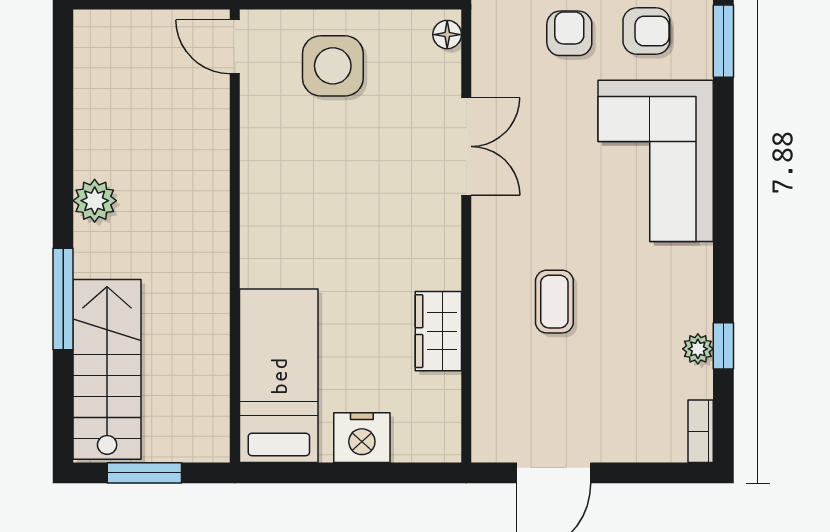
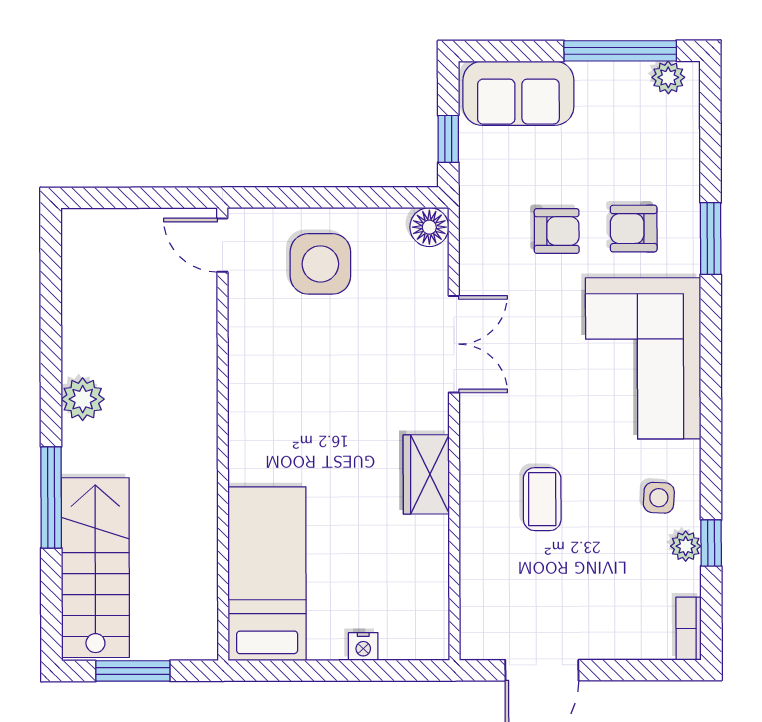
armchair: (646, 31) -> (634, 229), turned 180
armchair: (569, 33) -> (557, 231), turned 90
floor lamp: (447, 35) -> (429, 227), width x1.37, depth x1.37
side table: (671, 300) -> (659, 498), added
wardrobe: (438, 331) -> (426, 474), moved
nightstand: (362, 438) -> (363, 646), width x0.53, depth x0.56

